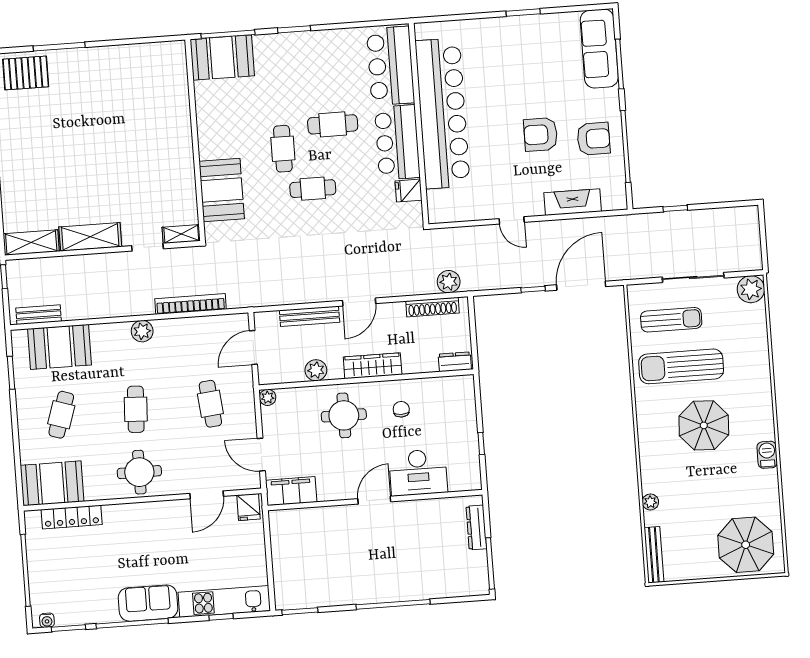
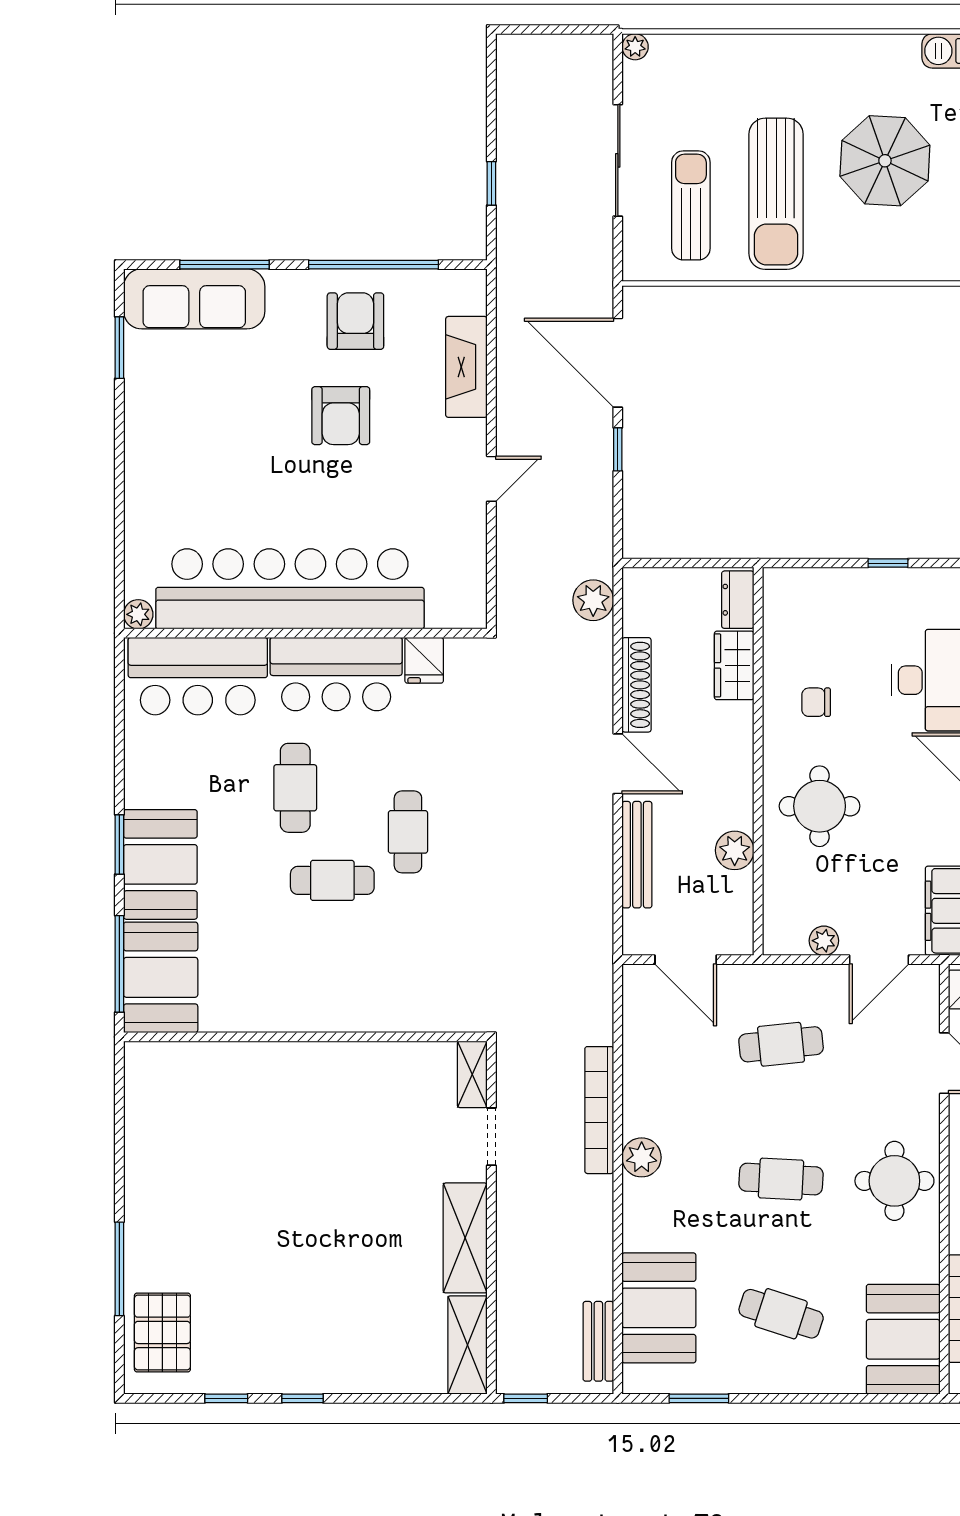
window: (523, 12) -> (119, 348), moved
plant: (422, 30) -> (138, 614), added
booth: (222, 190) -> (160, 864), moved, turned 90
plant: (751, 289) -> (635, 47), width x0.53, depth x0.53
bookcase: (191, 304) -> (599, 1110), moved
shoe rack: (432, 307) -> (637, 685), moved
wardrobe: (373, 366) -> (734, 665), moved, width x0.67
plant: (268, 397) -> (824, 941), moved

